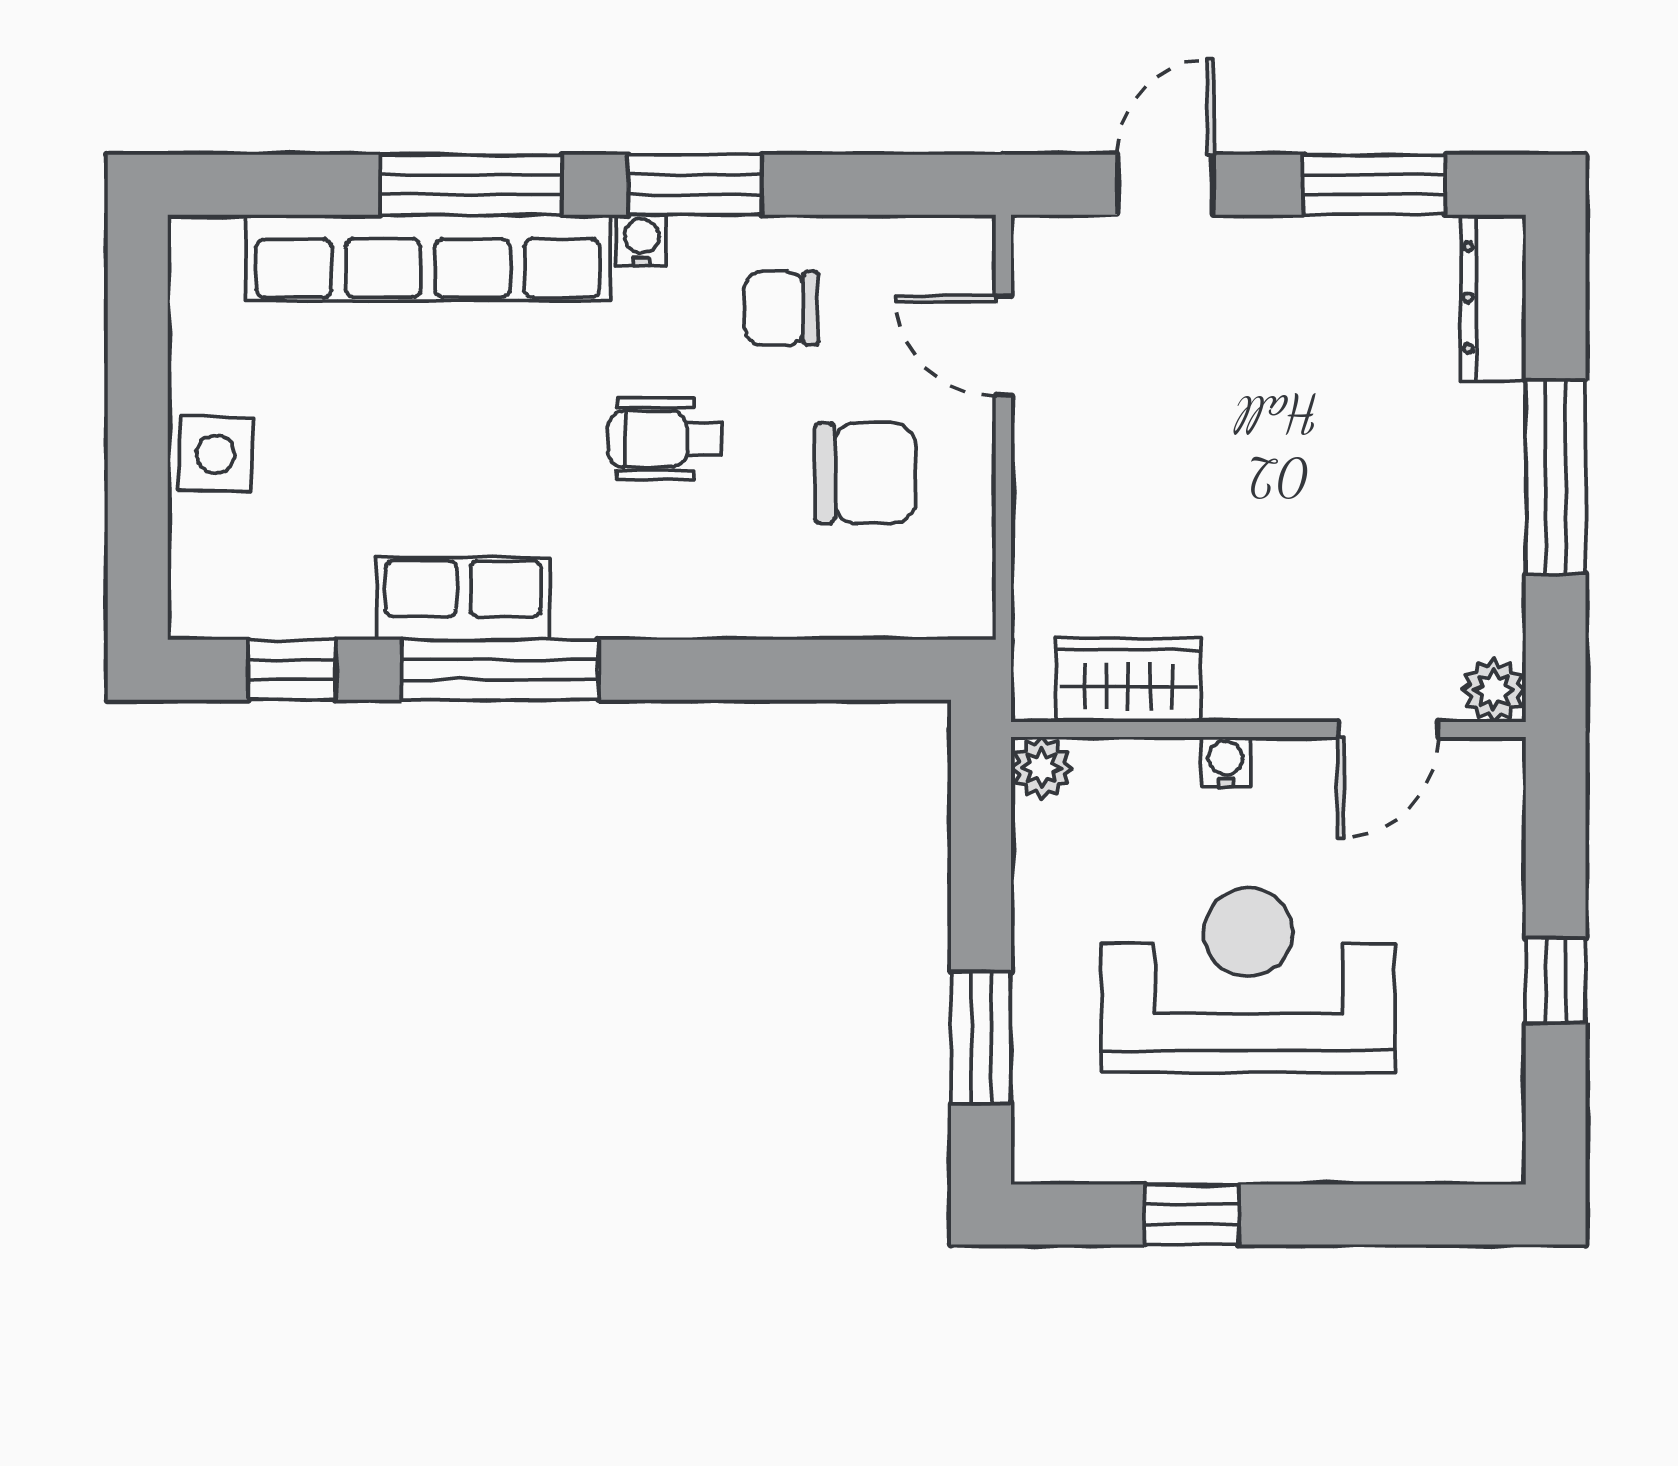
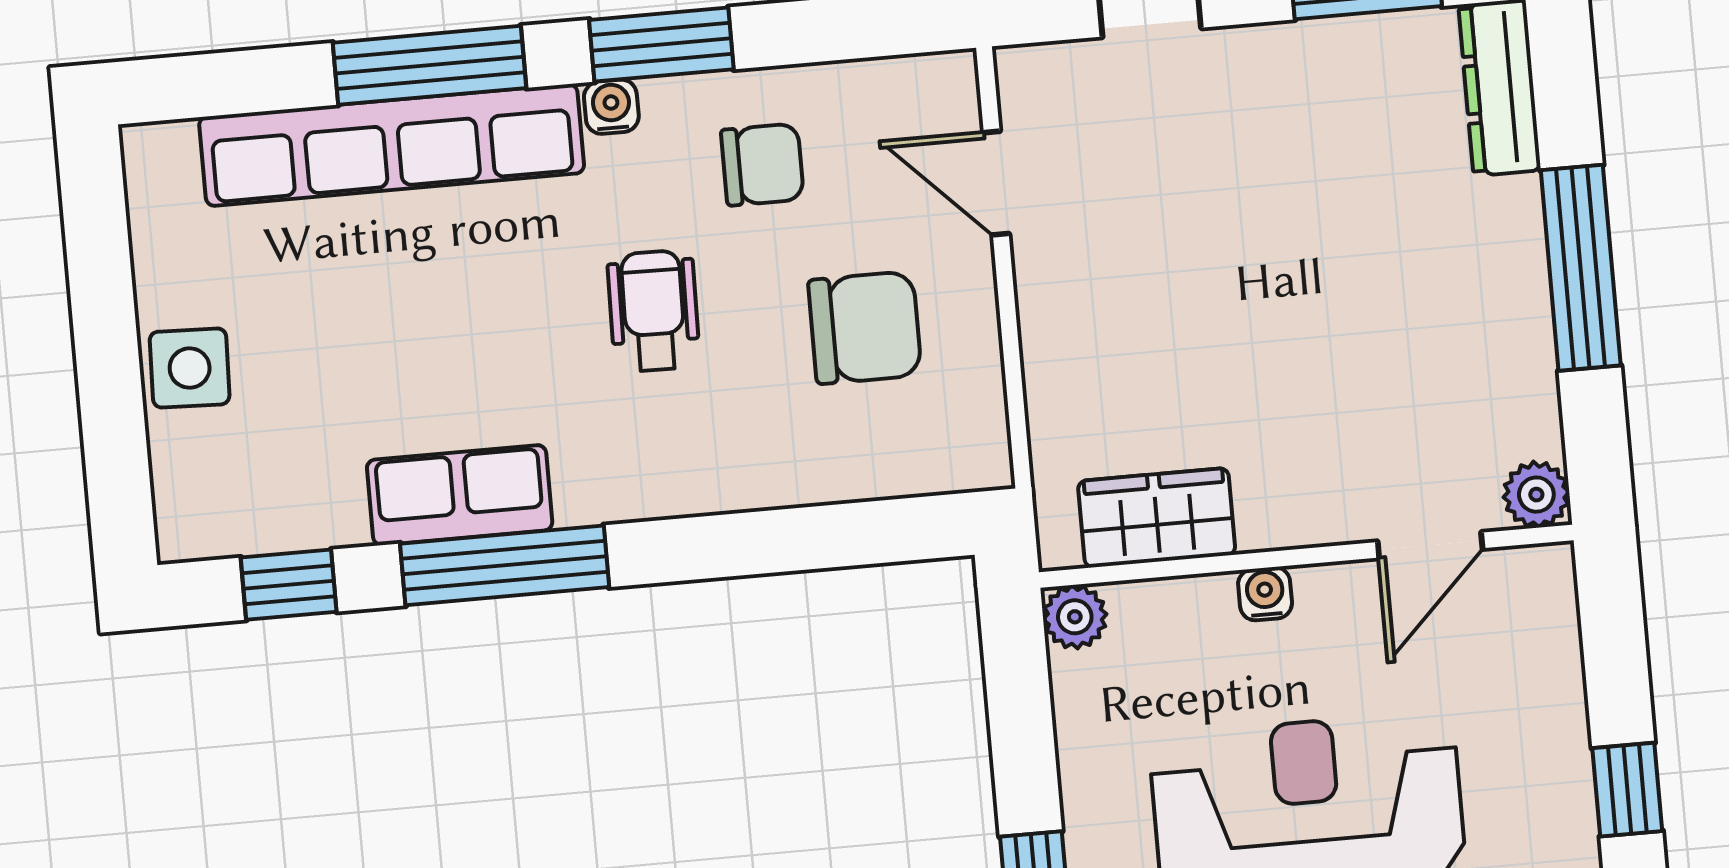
chair: (781, 308) -> (762, 165), turned 180
wheelchair: (665, 439) -> (653, 311), turned 91

